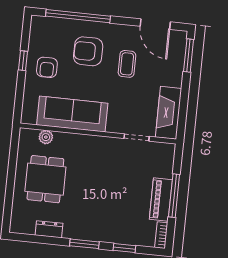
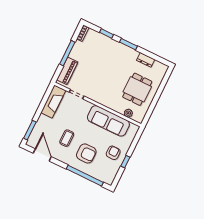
piano: (161, 199) -> (67, 71), moved

